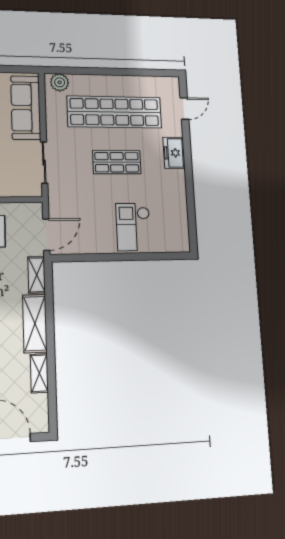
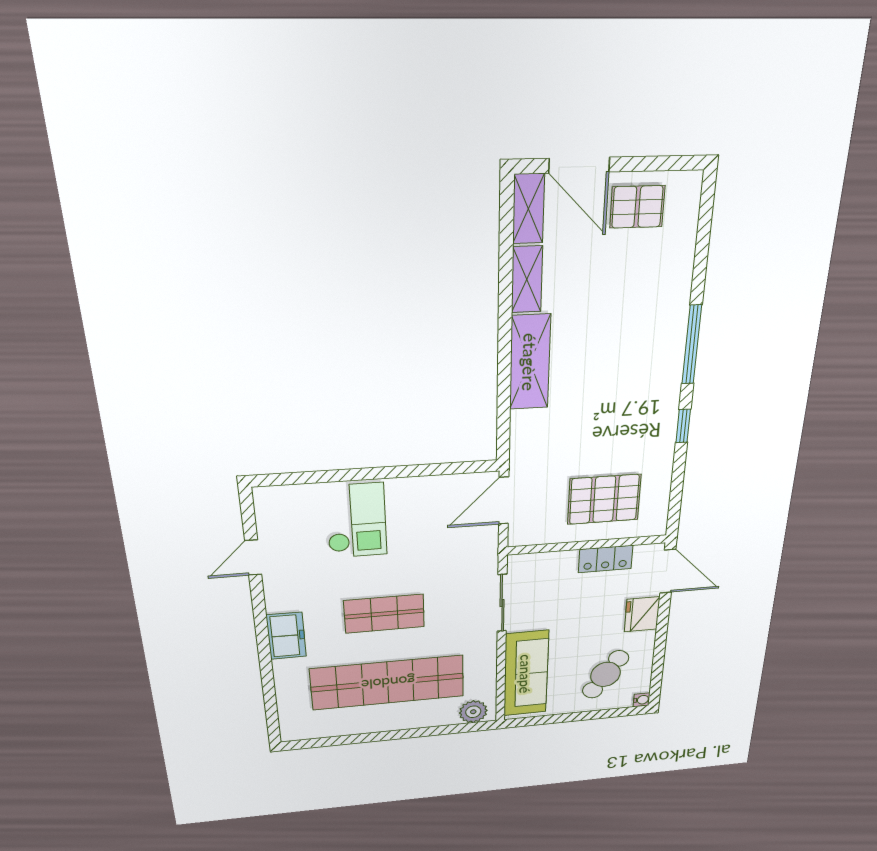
door: (184, 109) -> (253, 558), moved
shelving: (37, 275) -> (528, 209), moved

